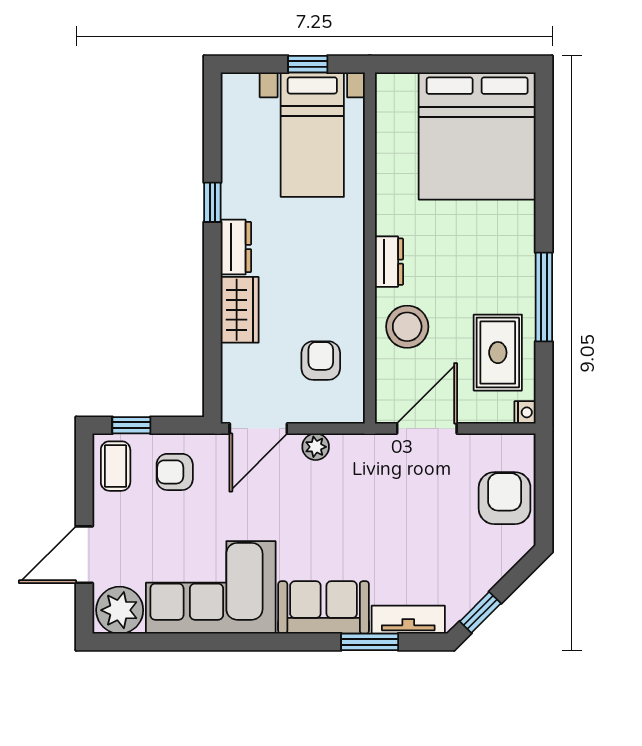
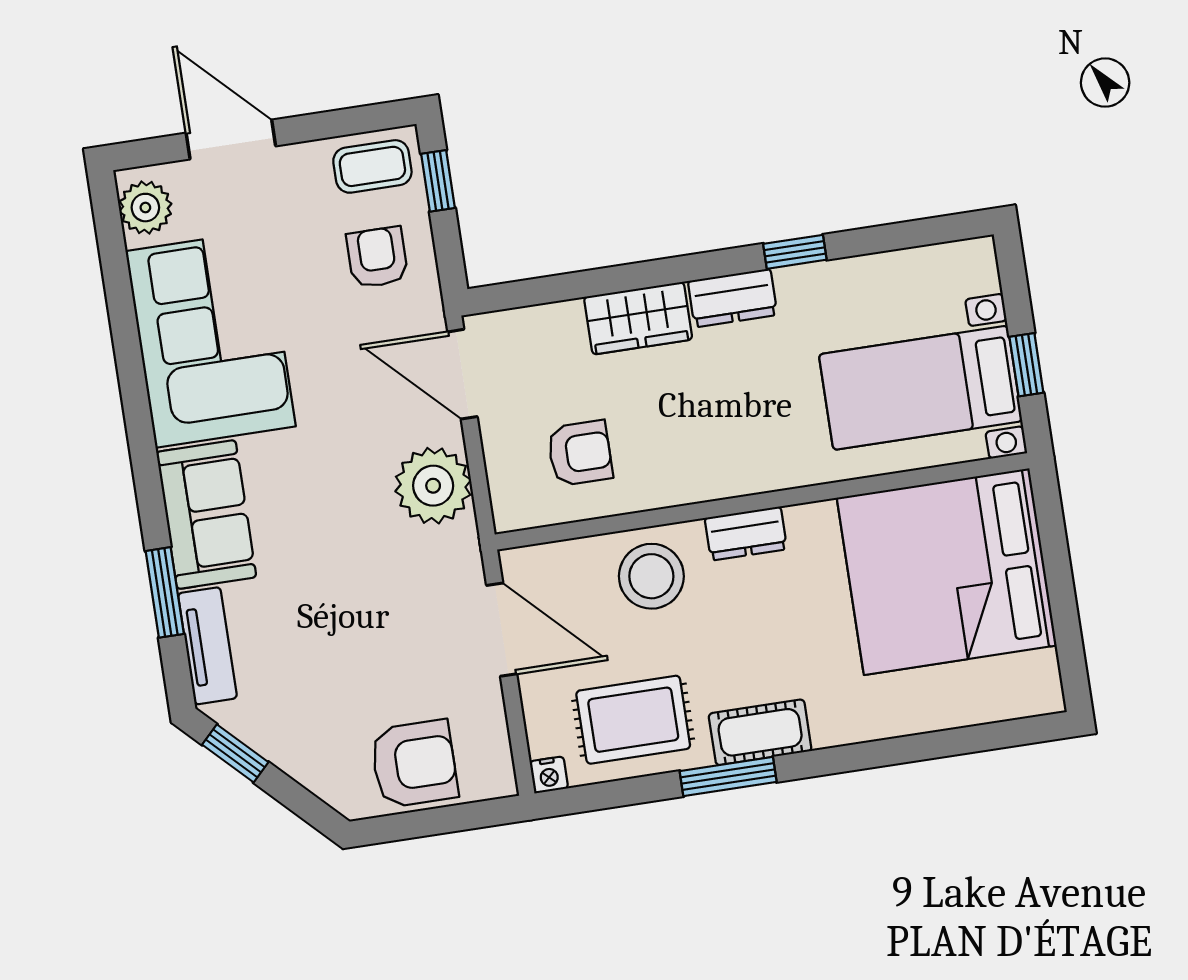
bed: (477, 136) -> (947, 572), moved
cot: (518, 272) -> (760, 732), added
window: (544, 297) -> (728, 777), width x0.69
plant: (316, 447) -> (433, 486), width x1.88, depth x1.88
plant: (120, 610) -> (145, 208), width x0.73, depth x0.73

